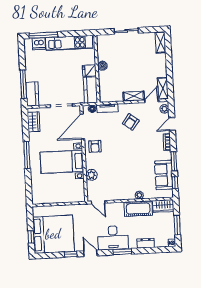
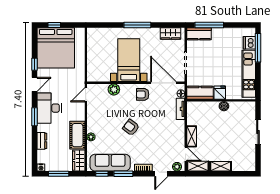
shelving: (161, 42) -> (221, 166), moved
armchair: (131, 122) -> (131, 127), moved
door: (172, 124) -> (161, 174), swing flipped
sofa: (164, 175) -> (110, 163), width x1.36

